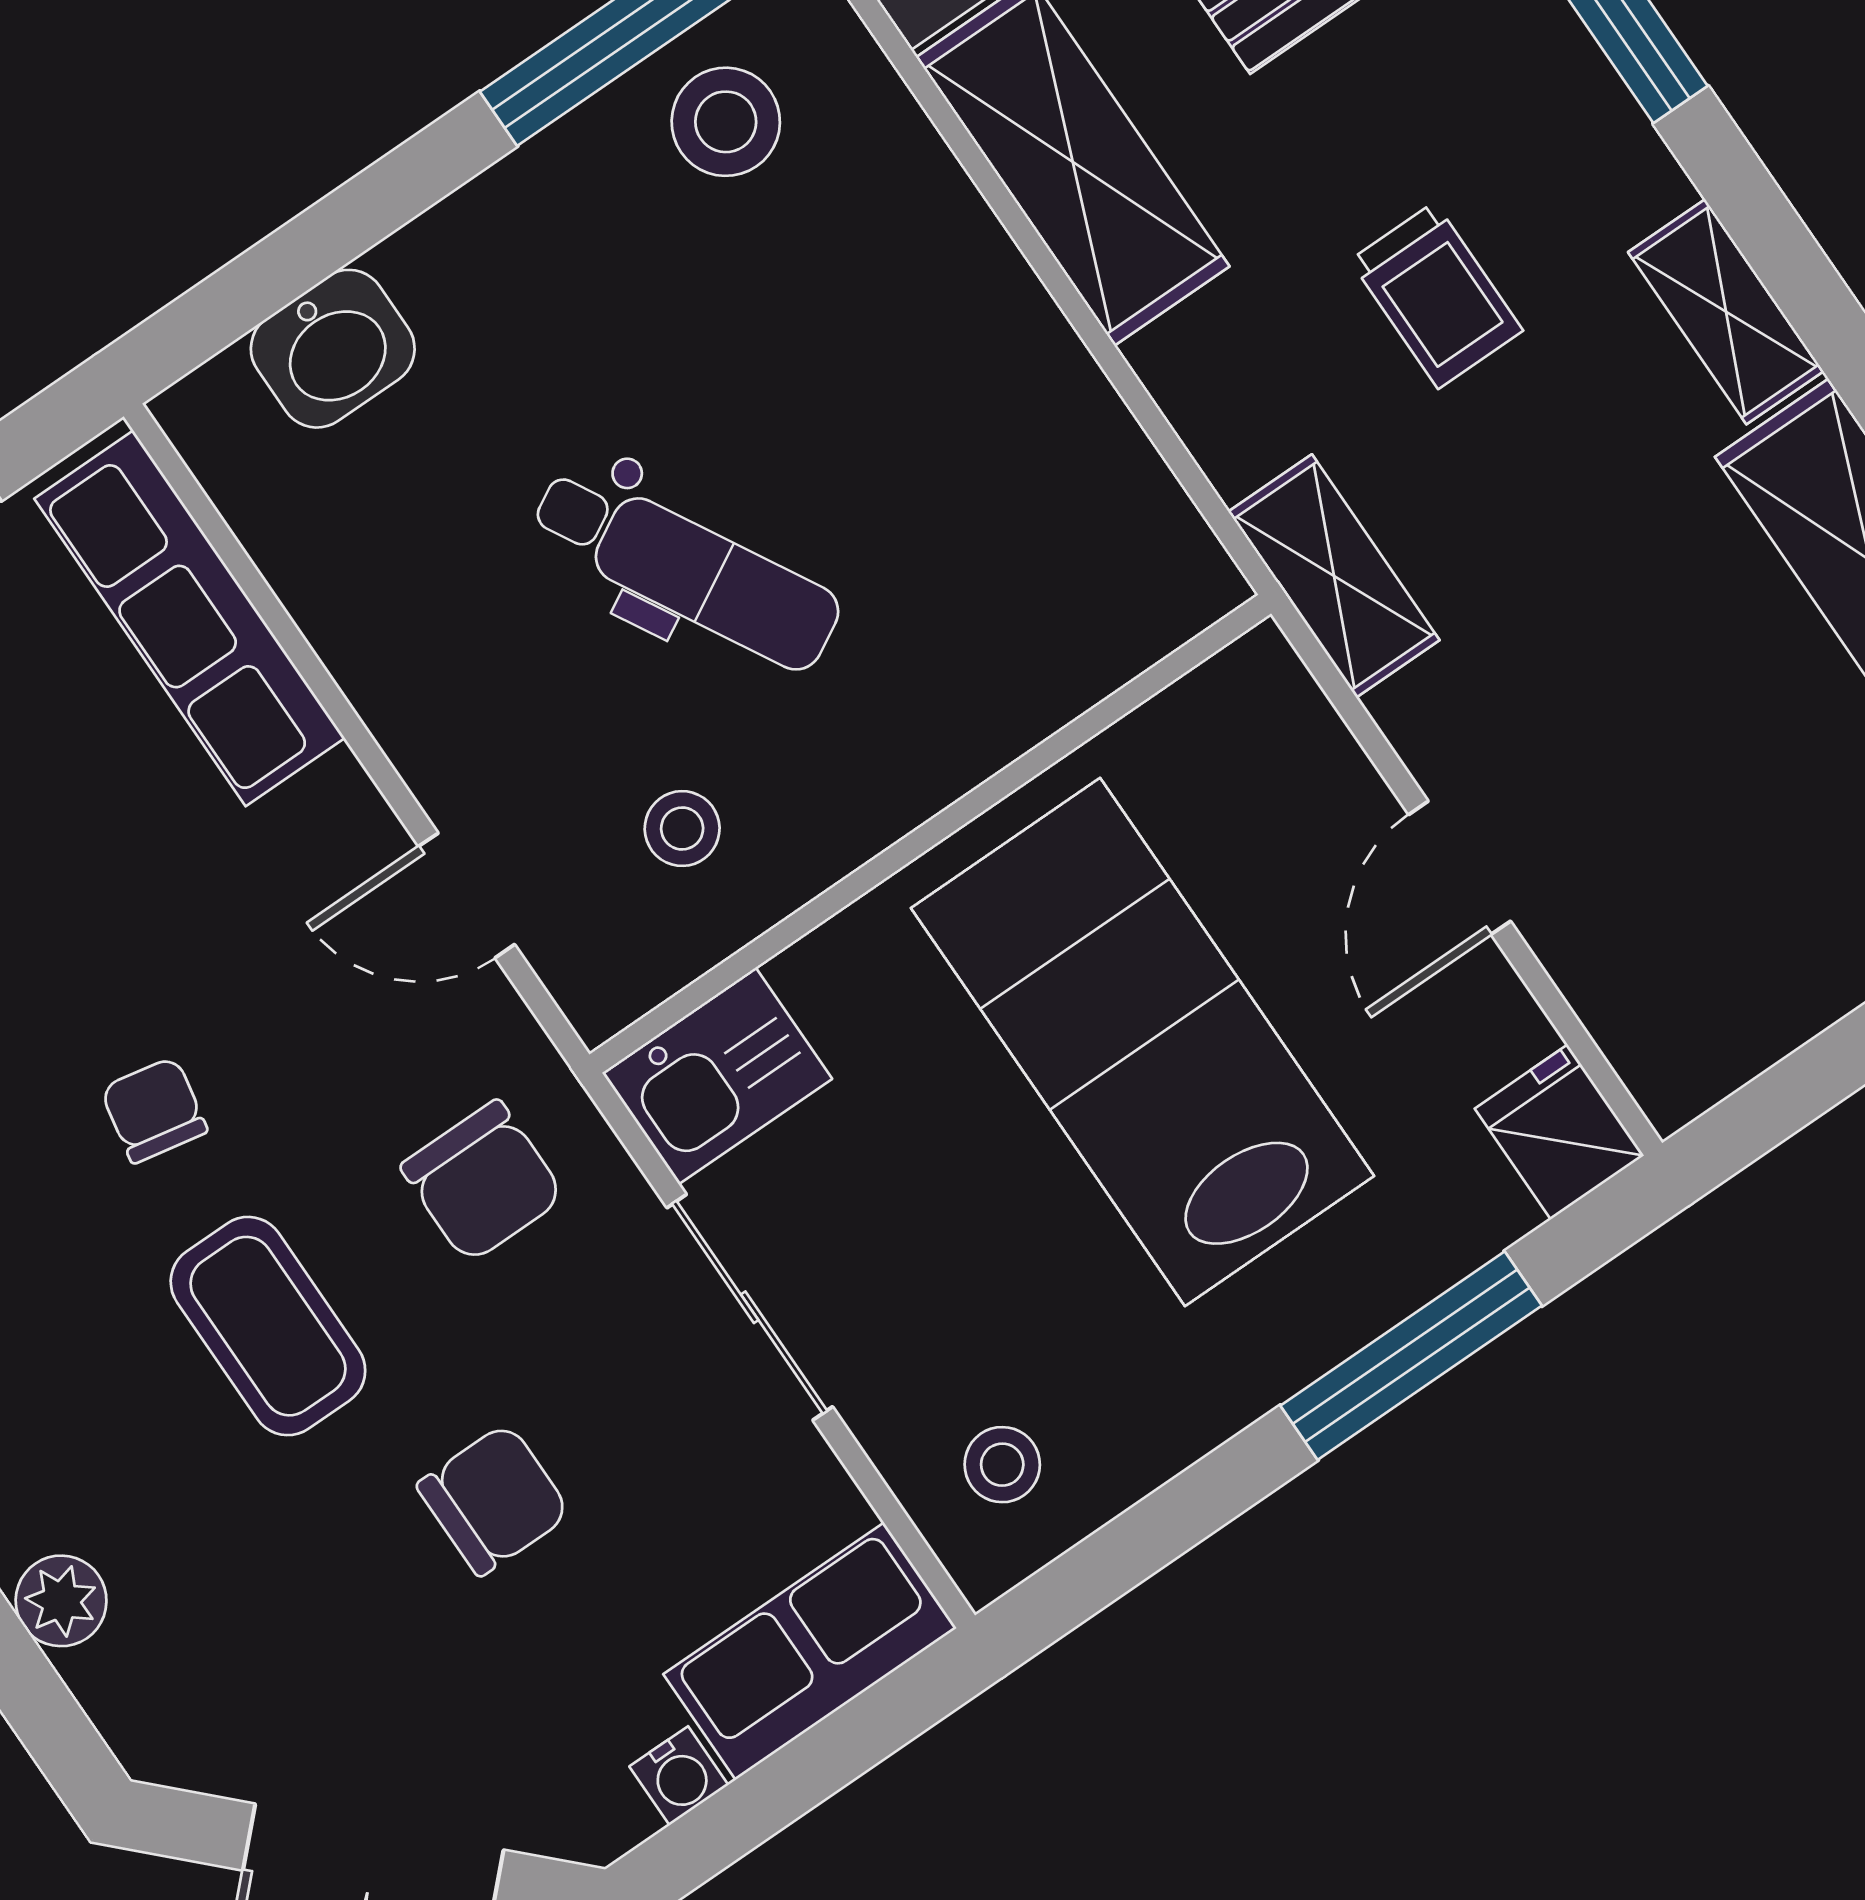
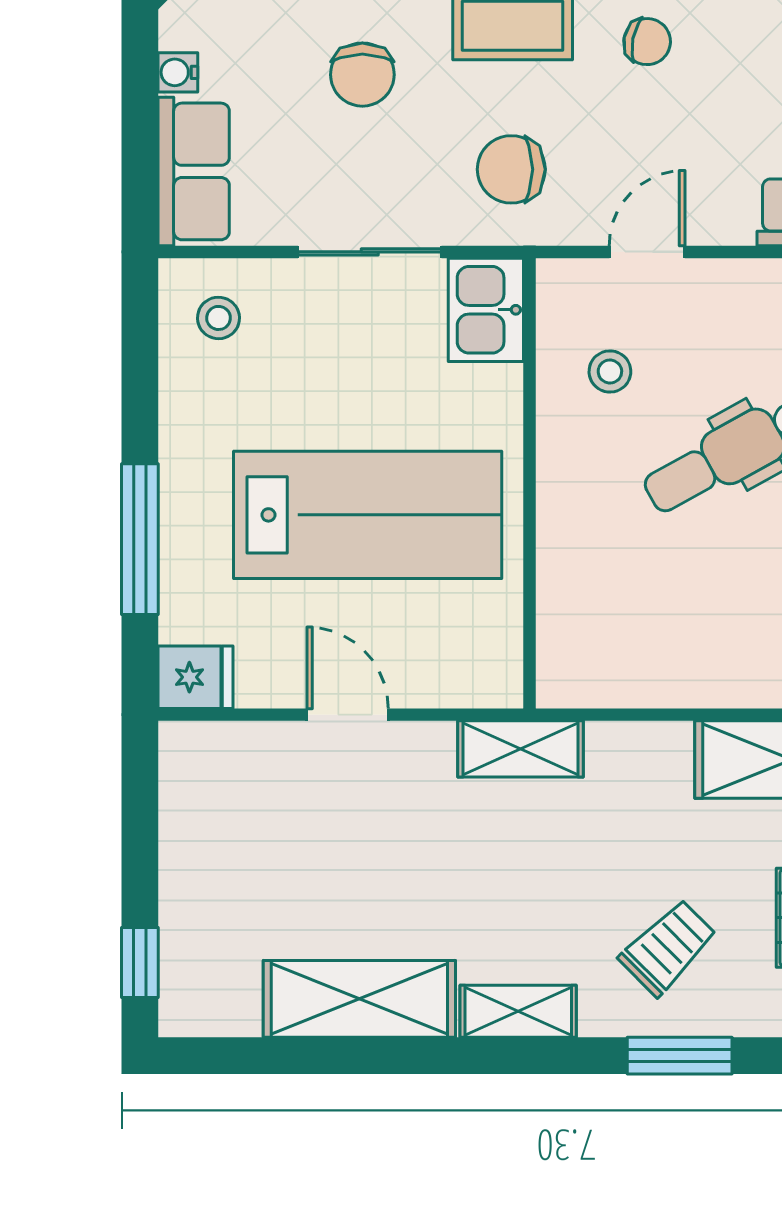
trolley: (1436, 295) -> (668, 947), moved, turned 135

